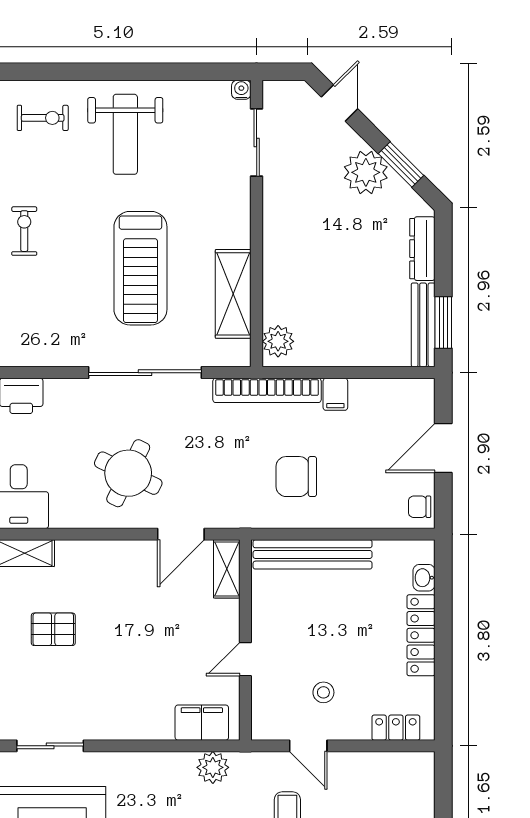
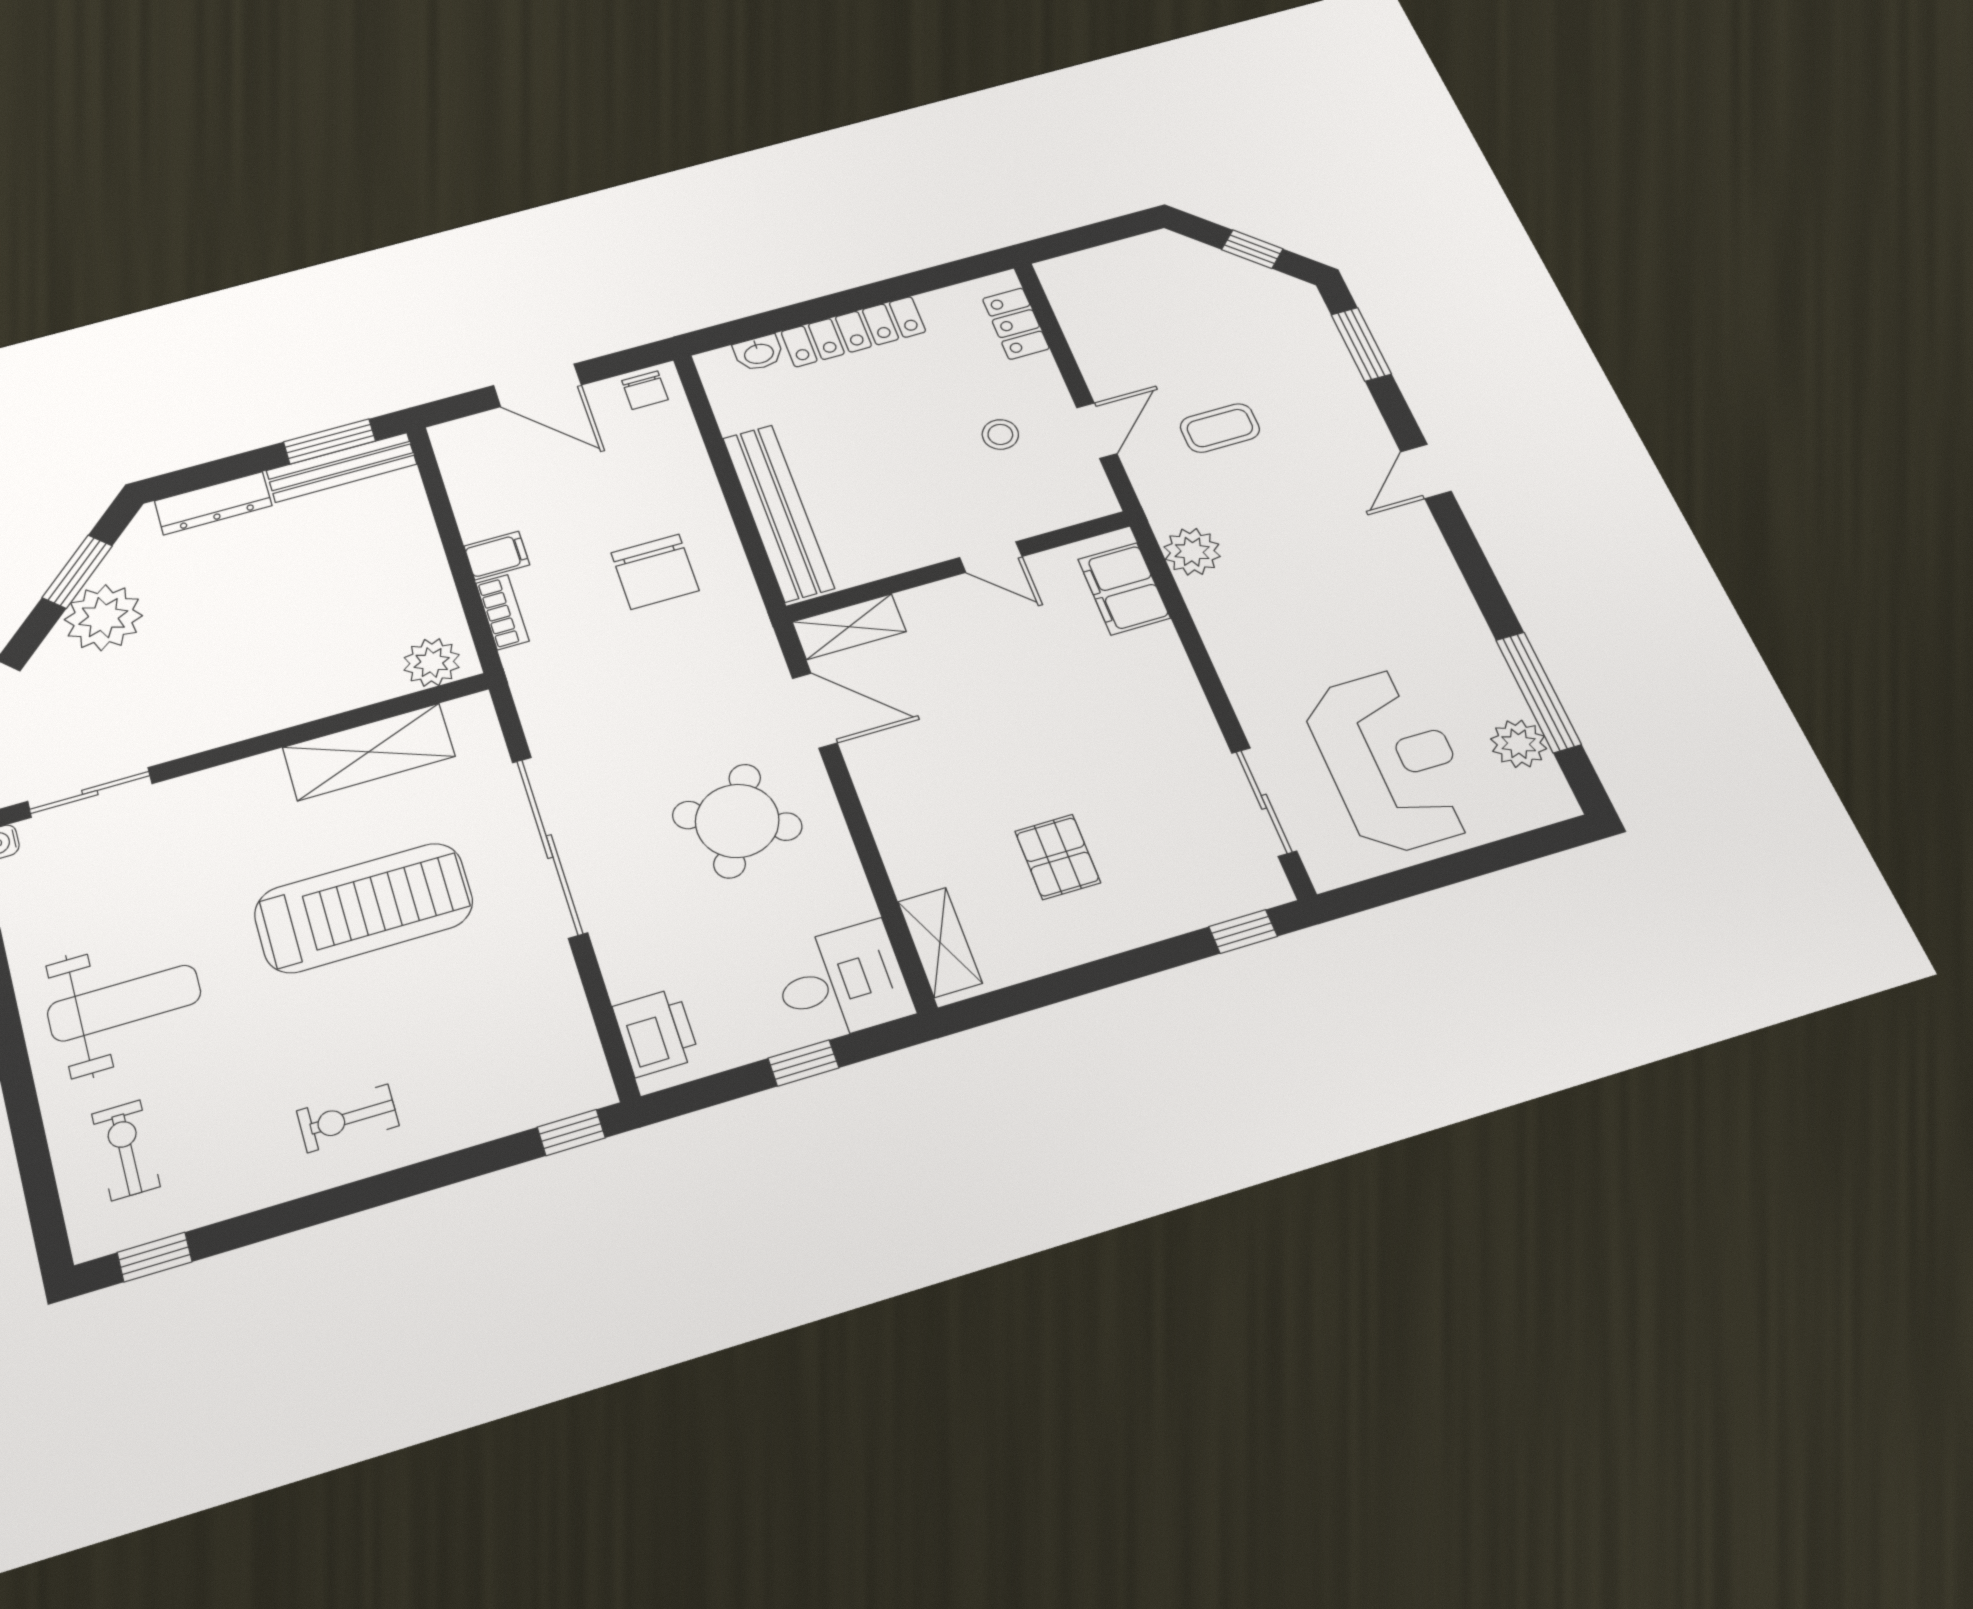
bookcase: (267, 390) -> (502, 612), width x0.43, depth x0.76

